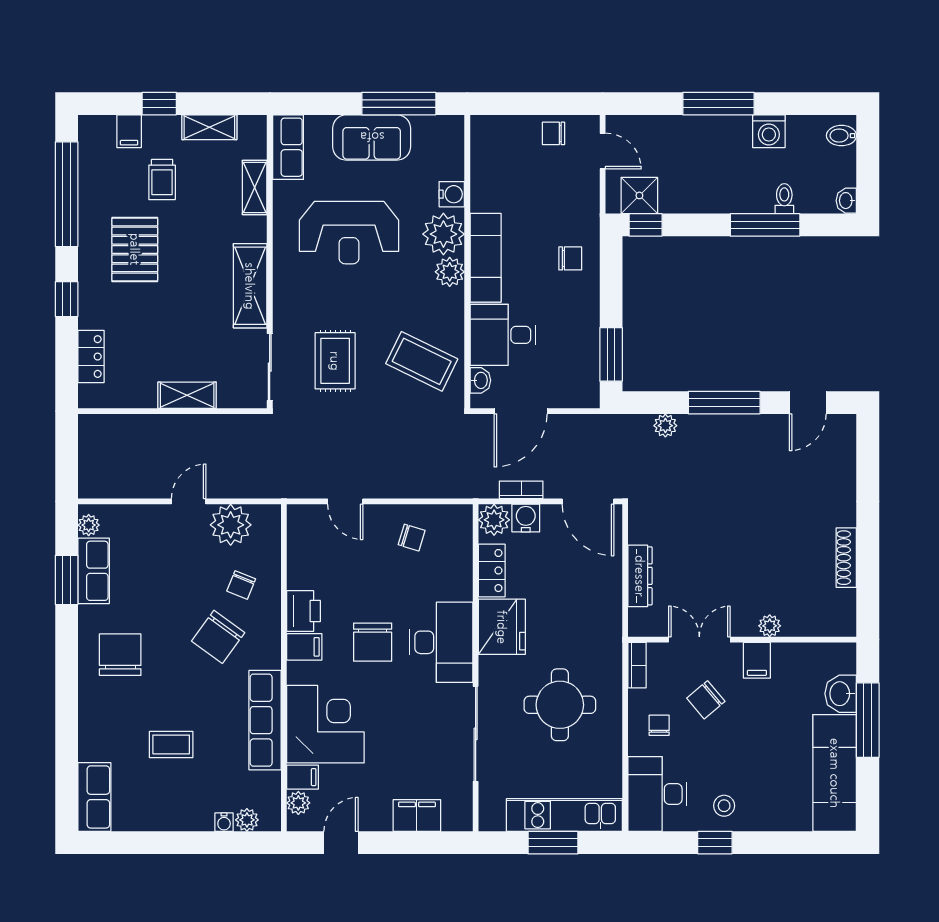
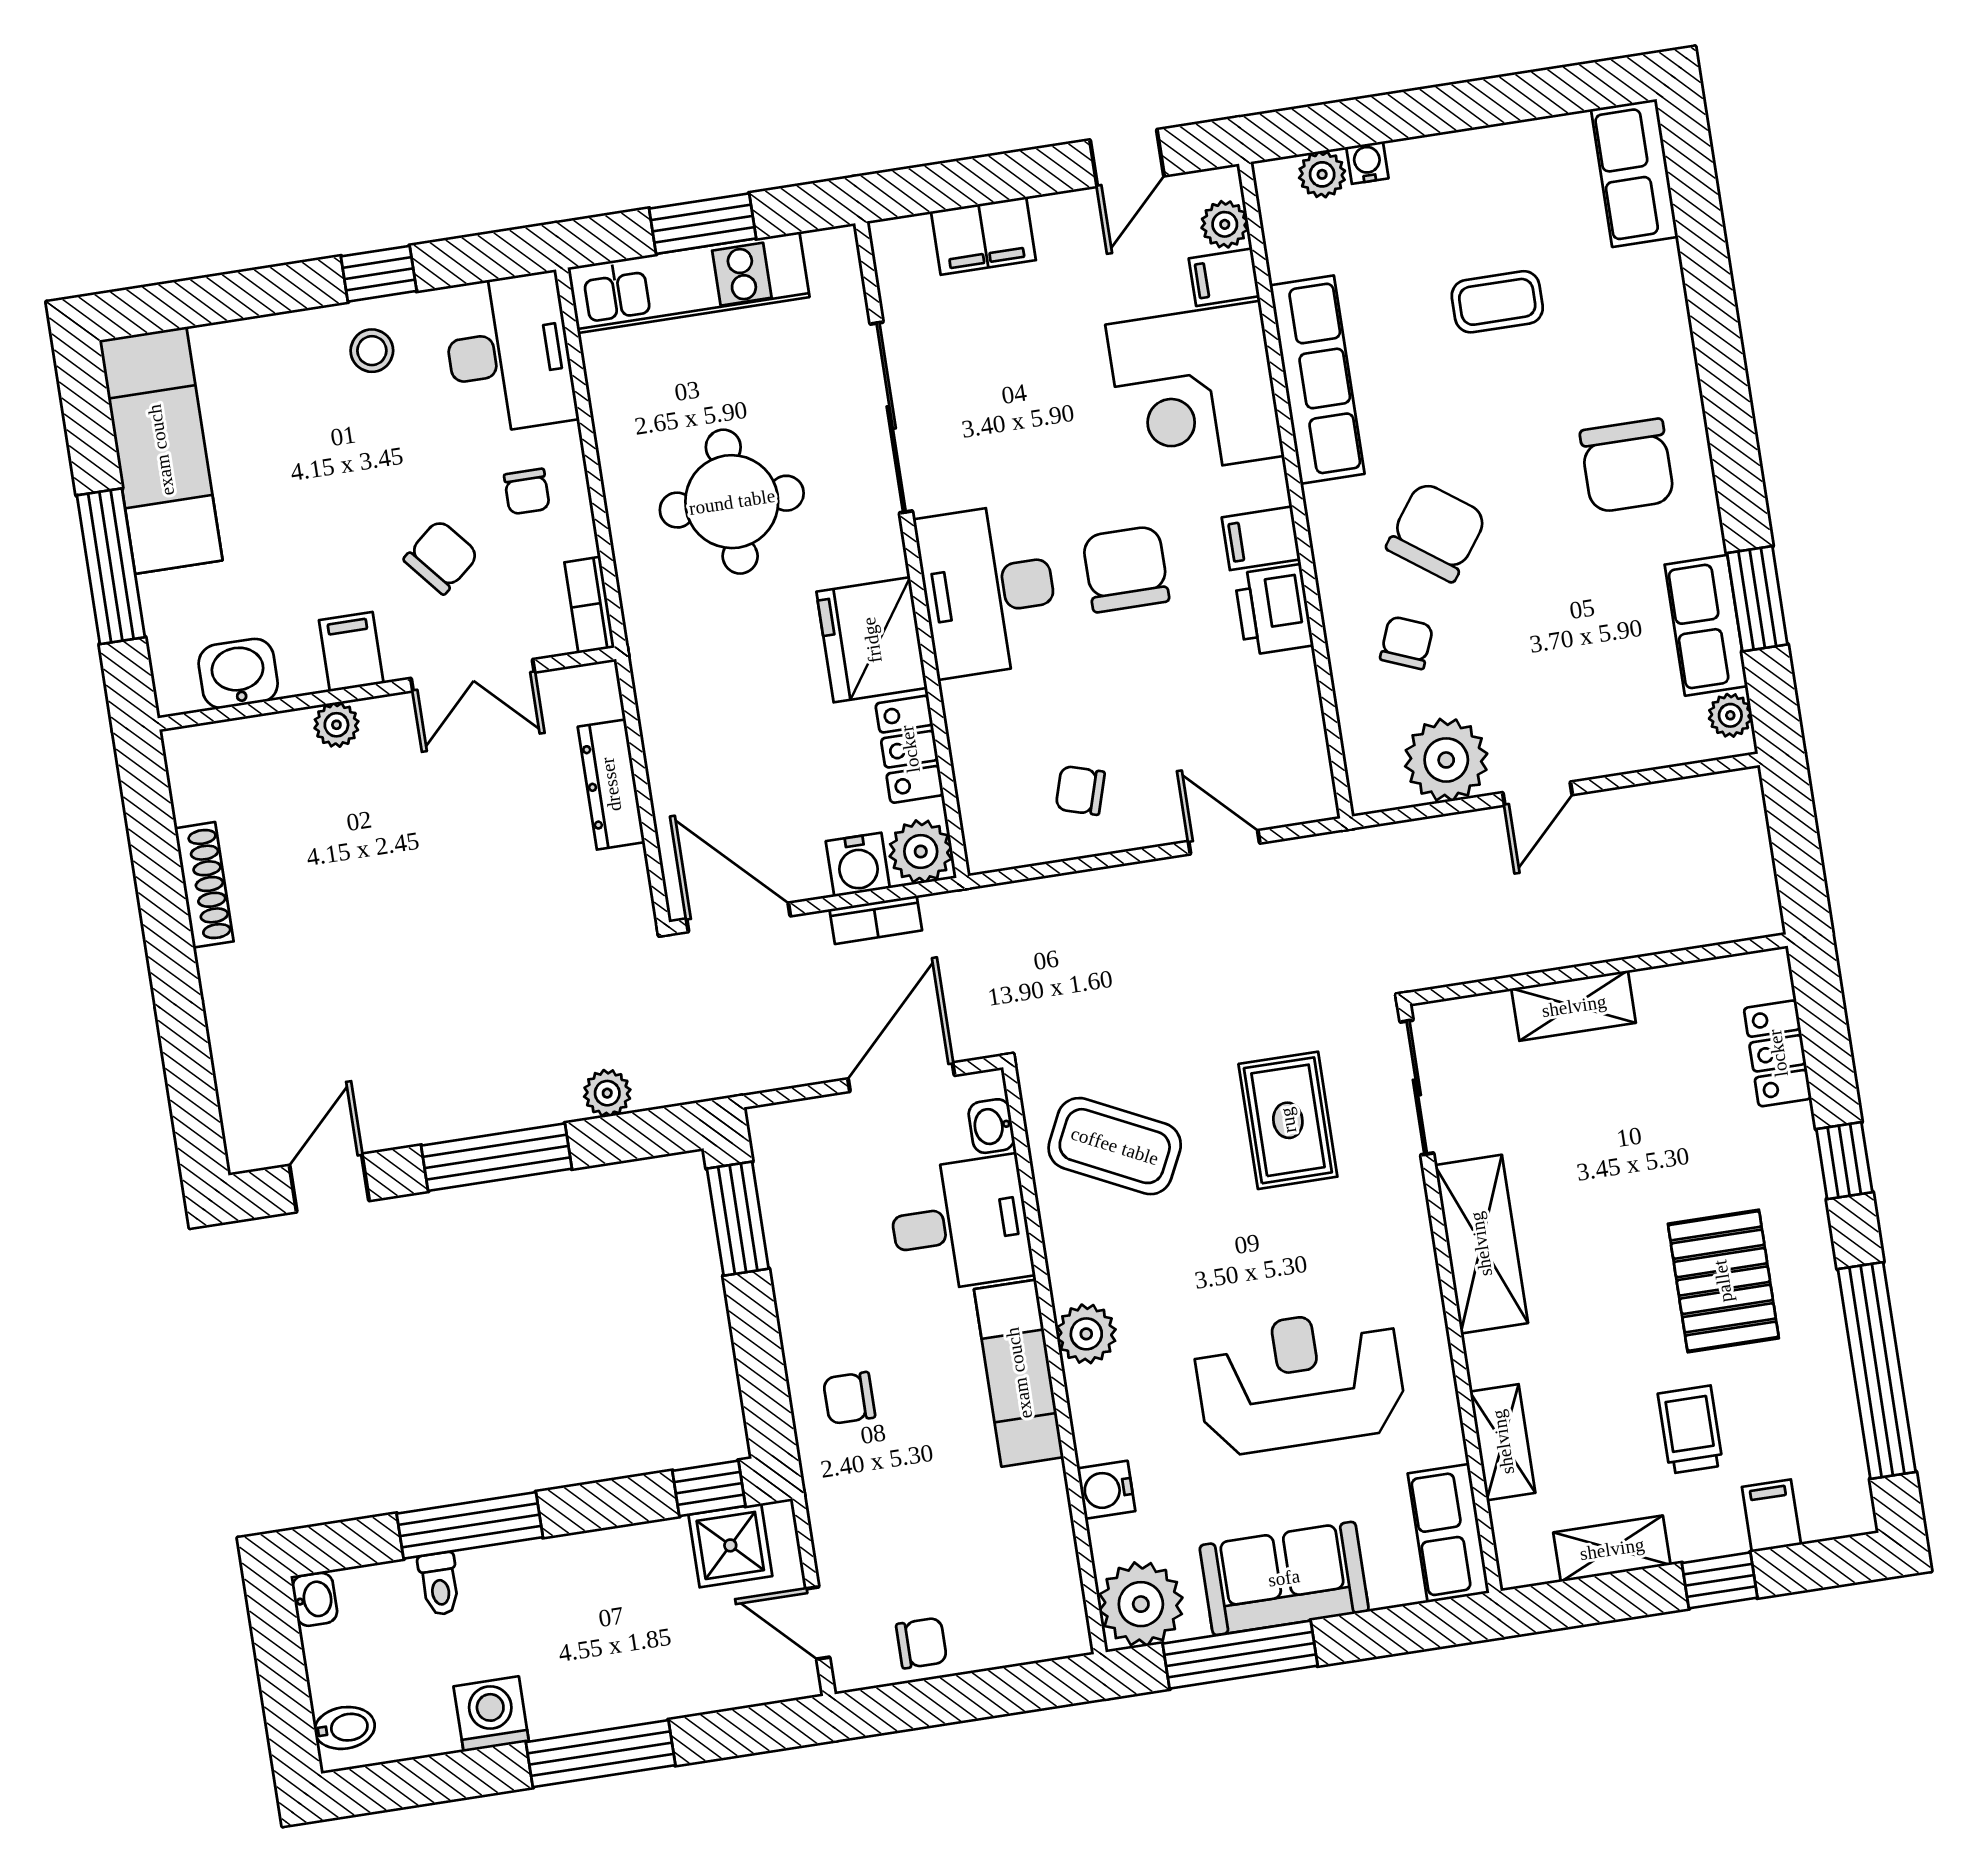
plant: (443, 234) -> (1141, 1604), moved
washbasin: (841, 694) -> (238, 673), moved, turned -90

